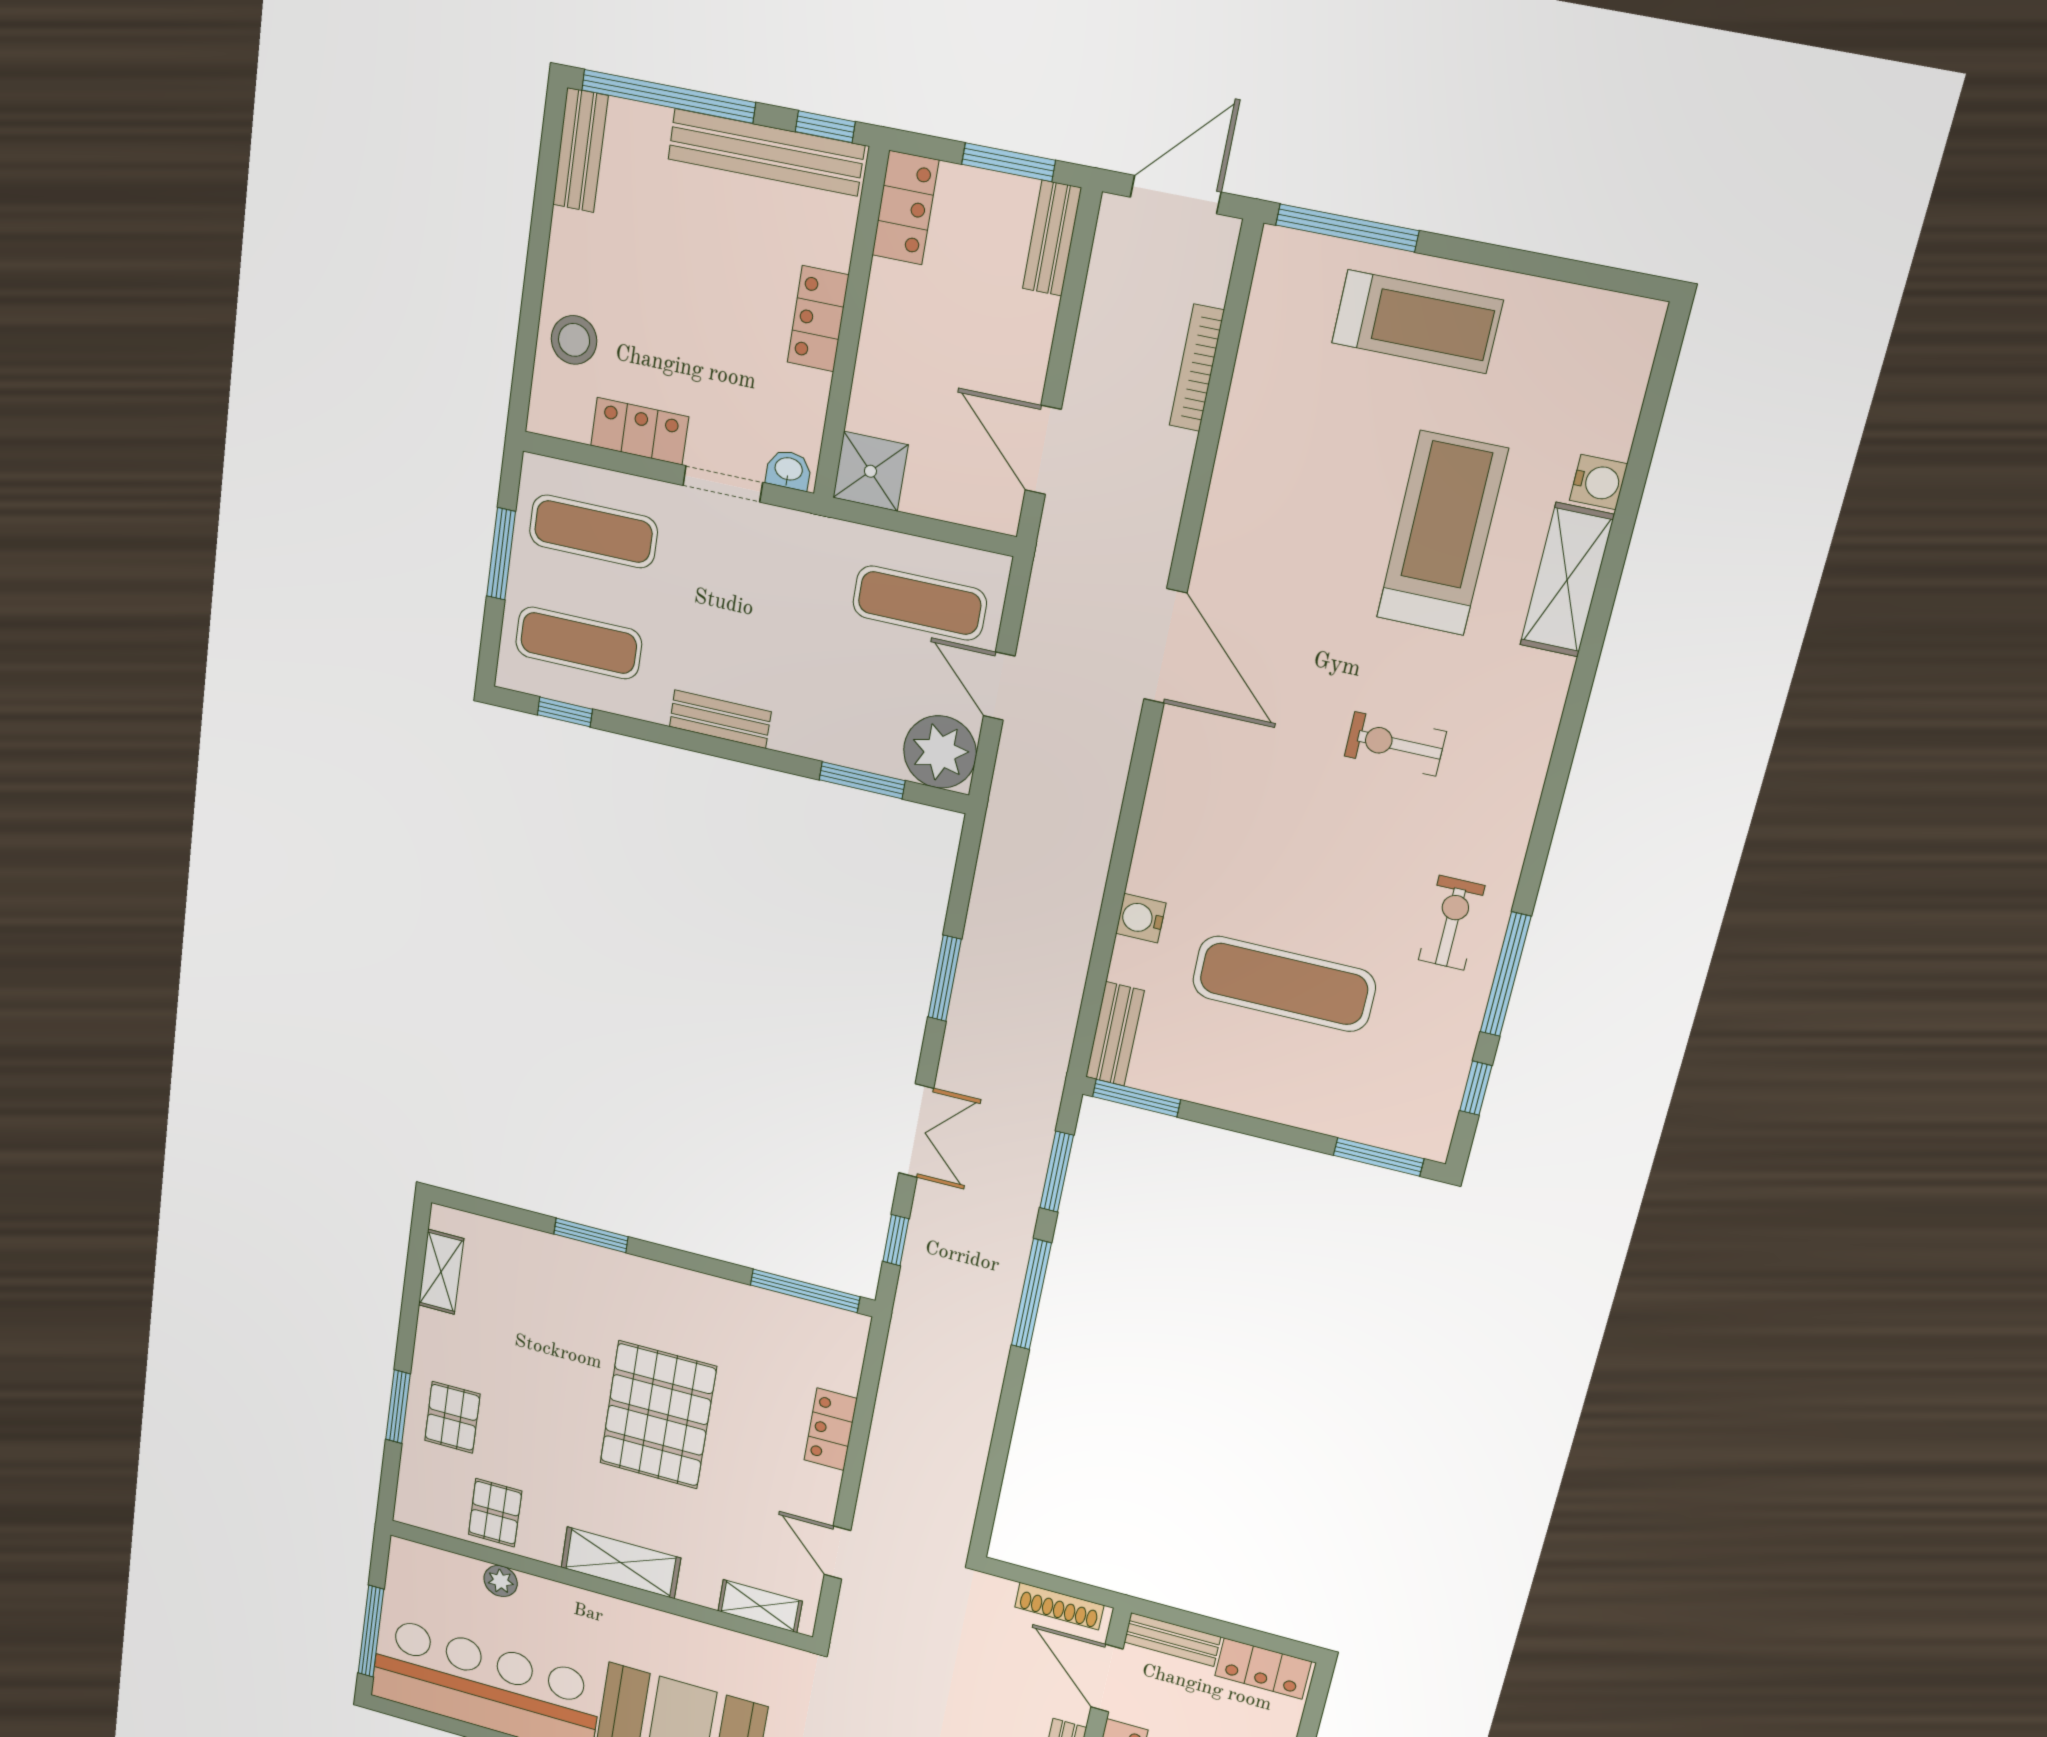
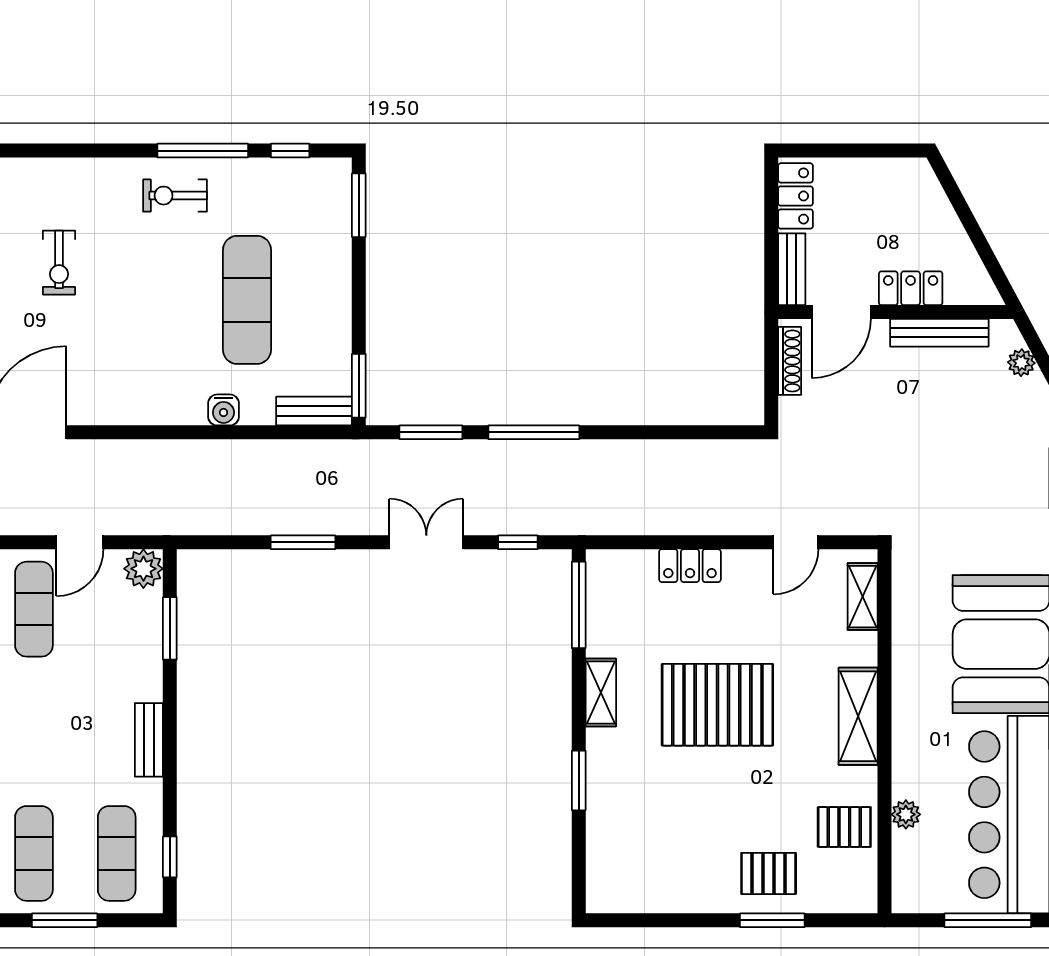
plant: (940, 752) -> (143, 569), width x0.73, depth x0.73
shelving: (441, 1272) -> (601, 693), moved, turned 90

